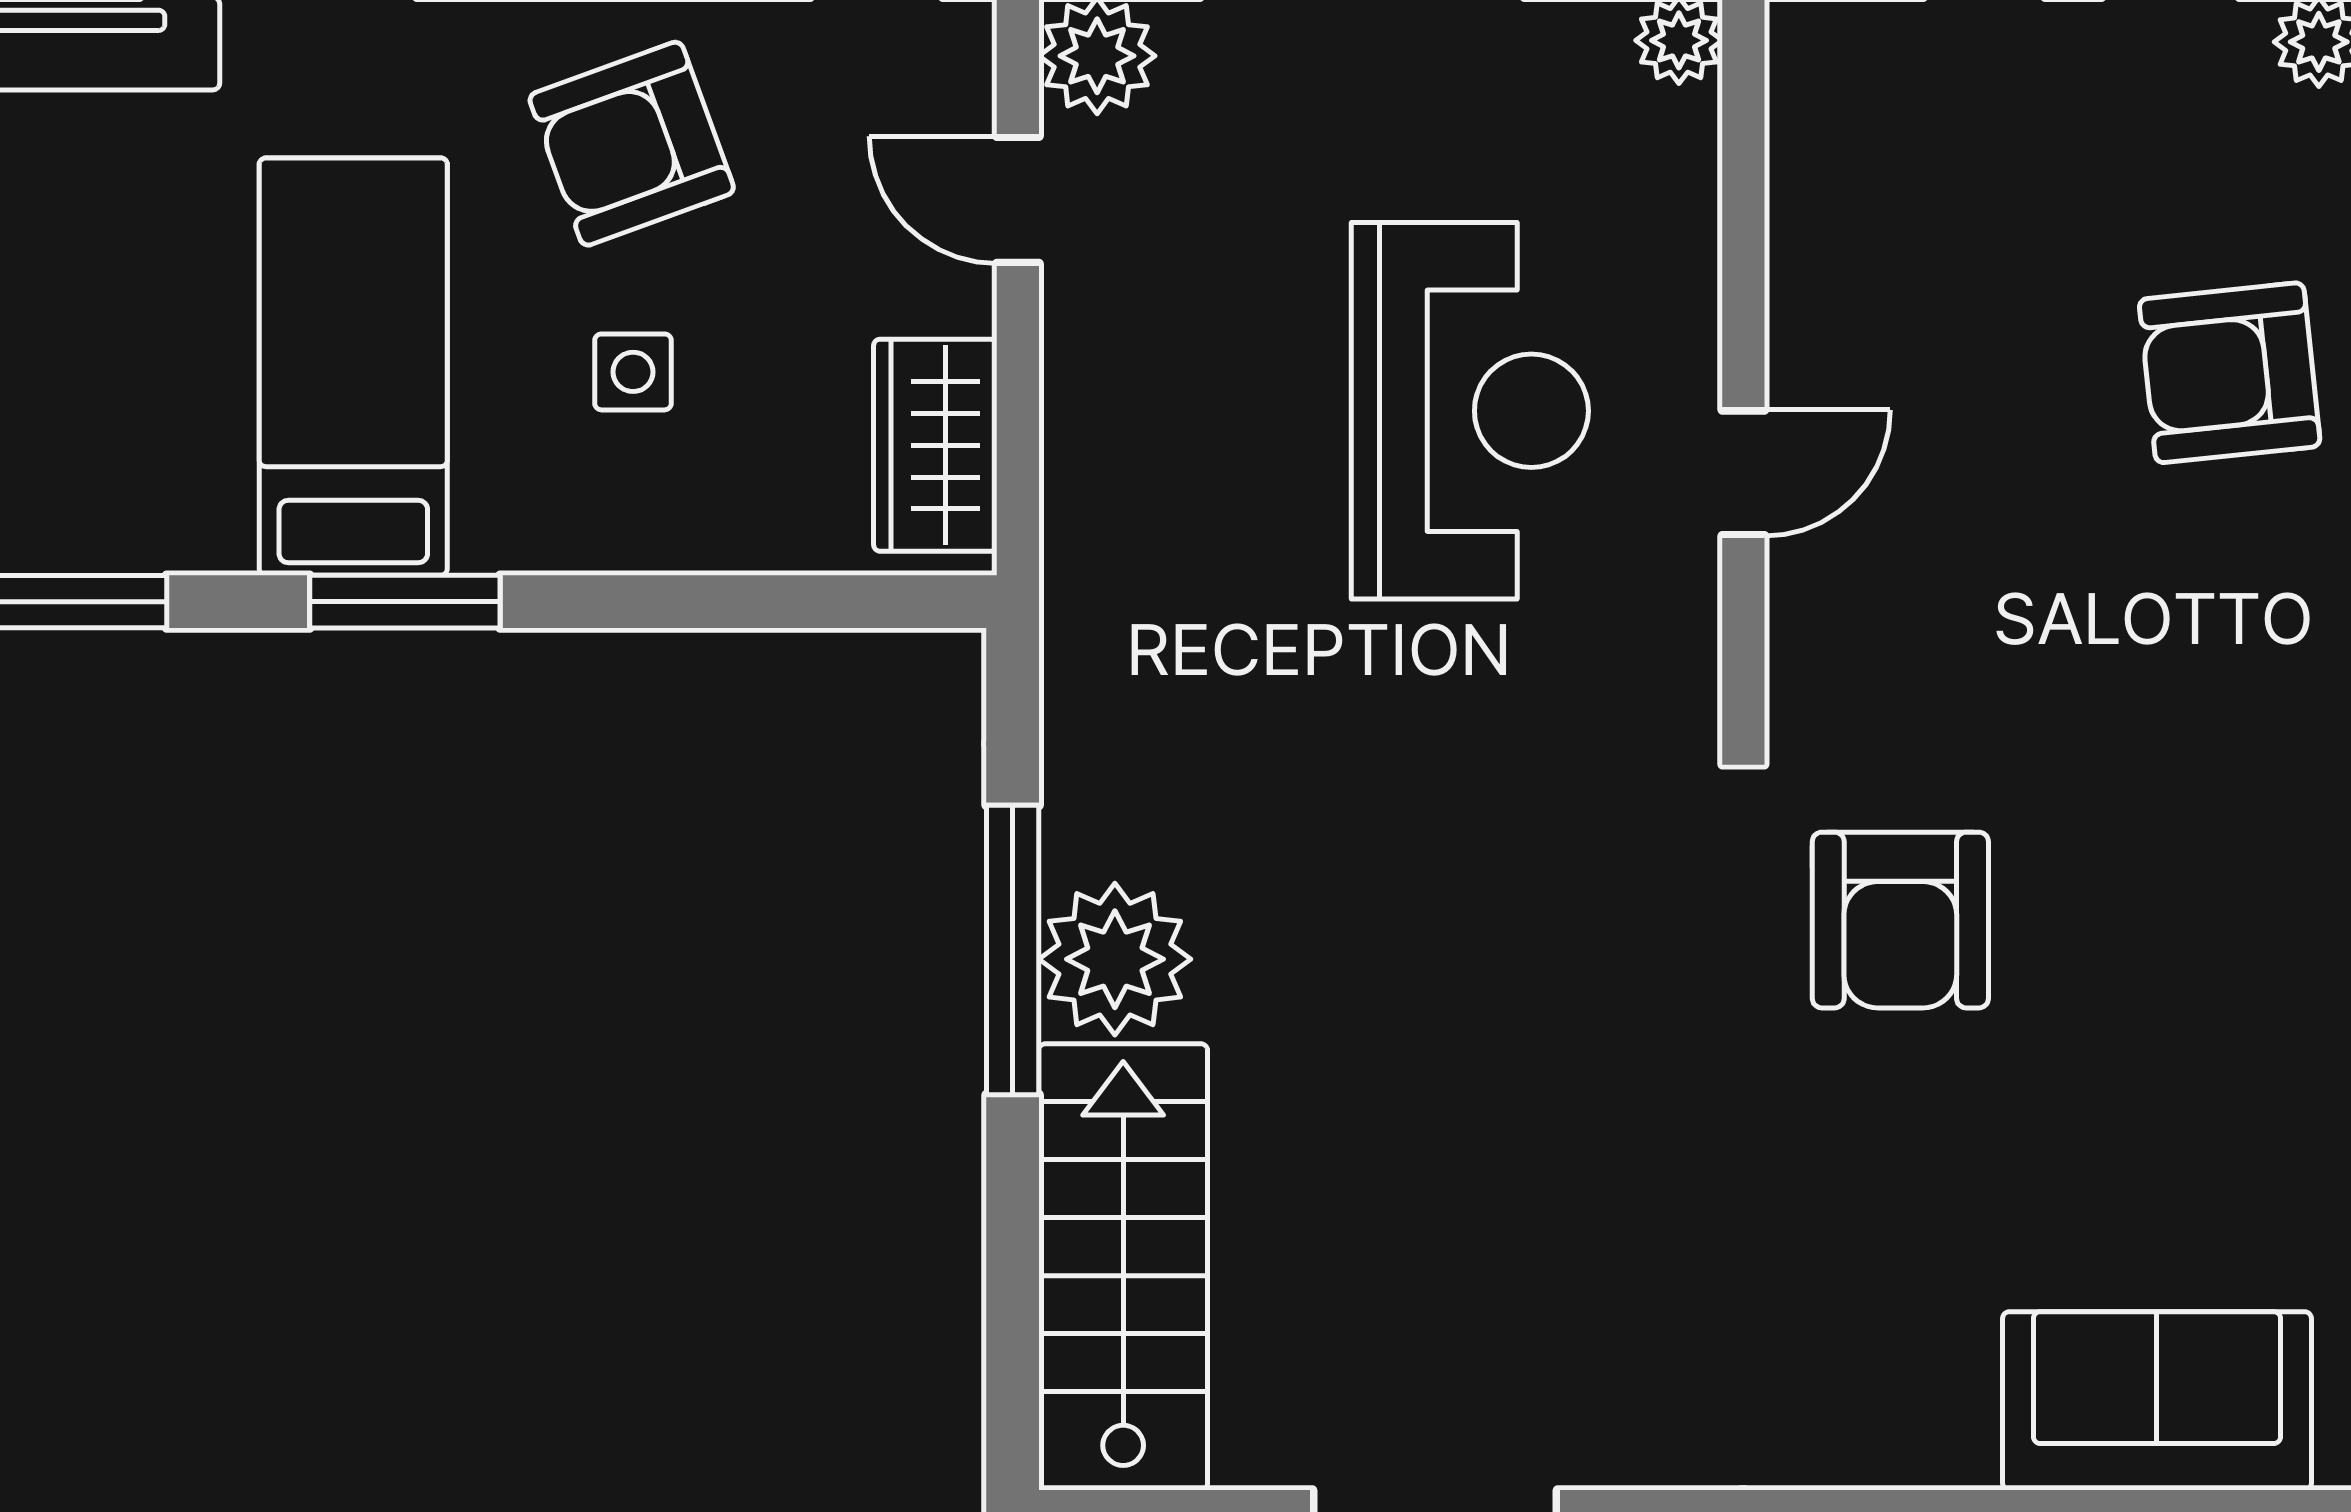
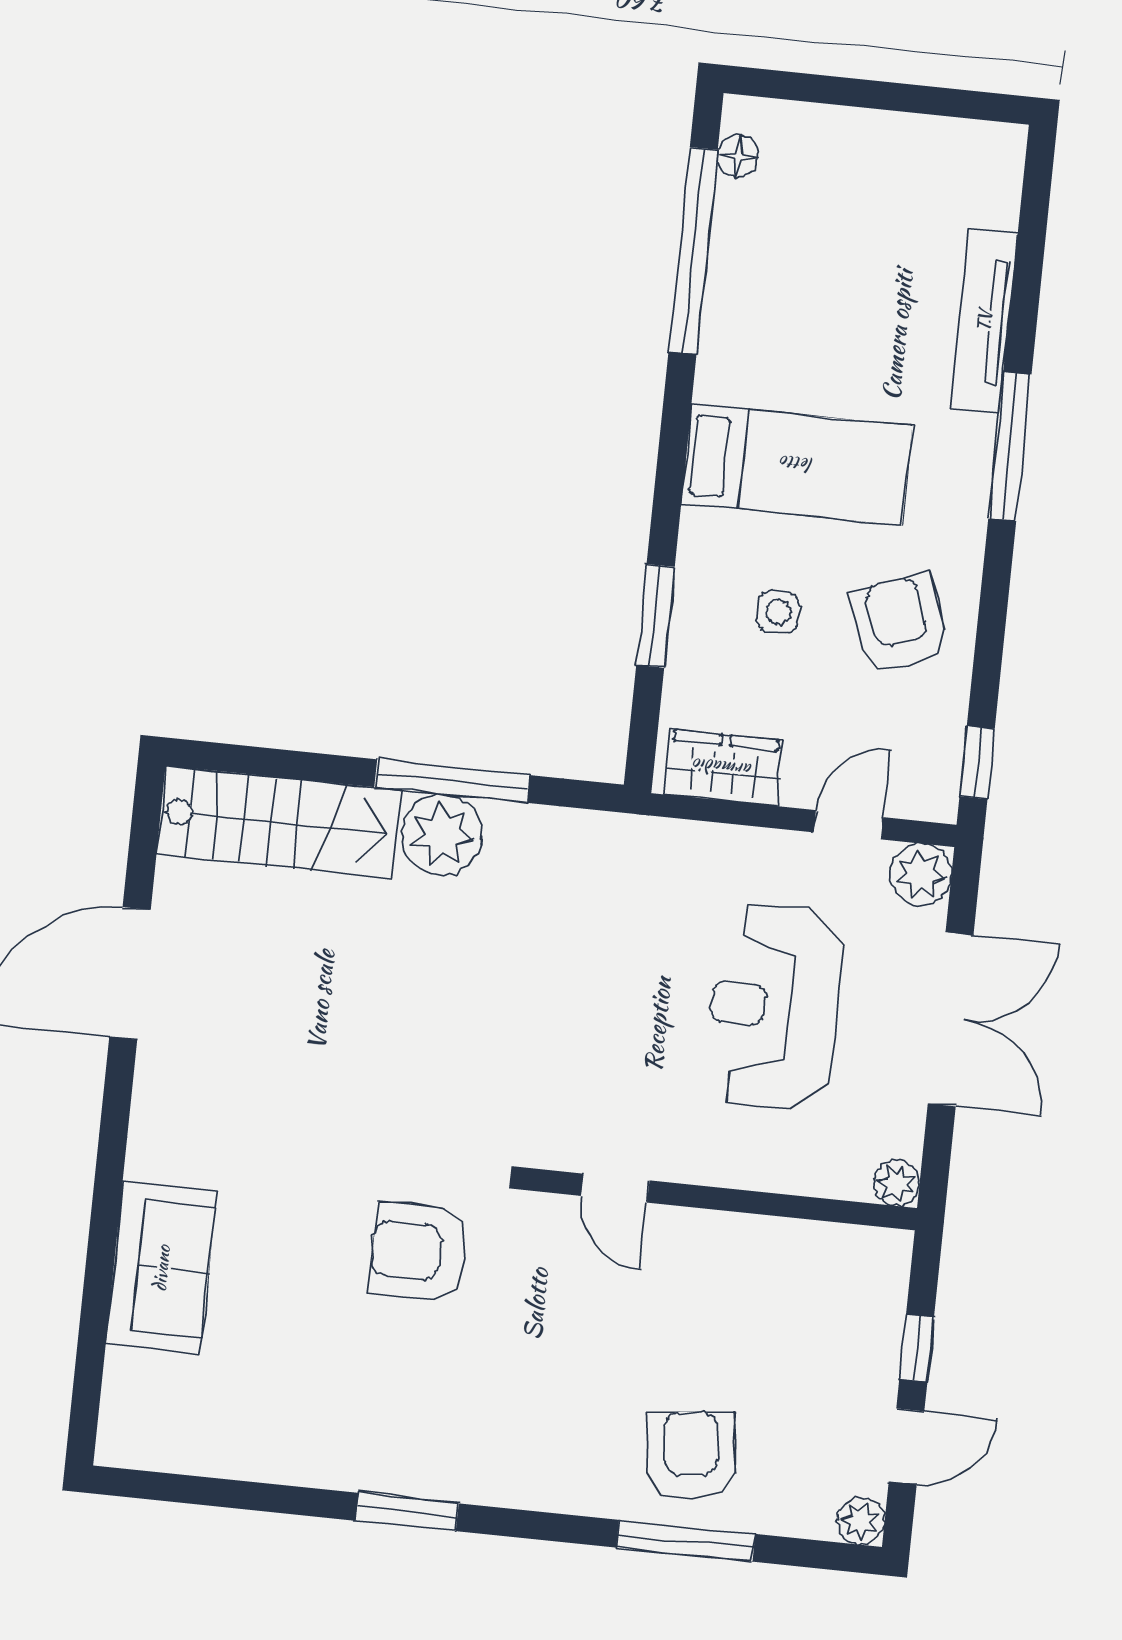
reception desk: (1470, 411) -> (774, 1007), moved, turned 90
door: (1743, 473) -> (615, 1188), moved
window: (405, 602) -> (655, 616), moved
sofa: (2157, 1401) -> (161, 1268), moved

